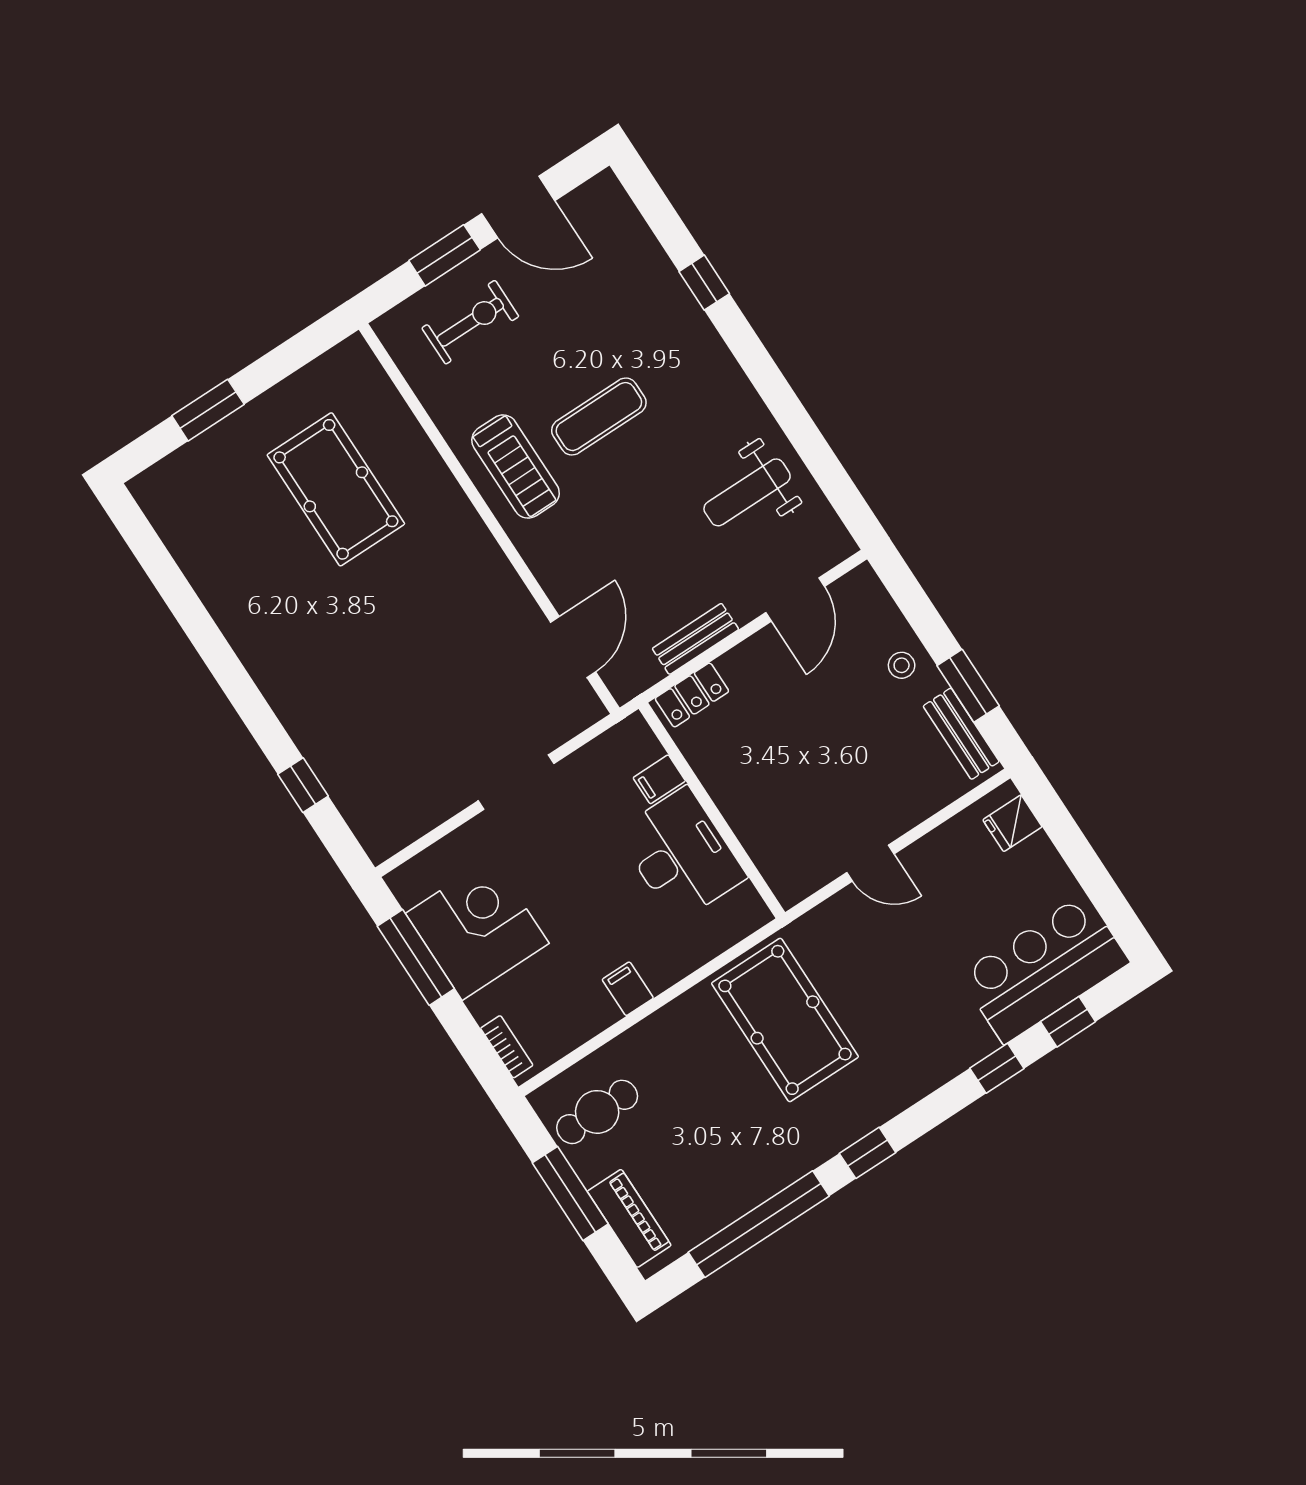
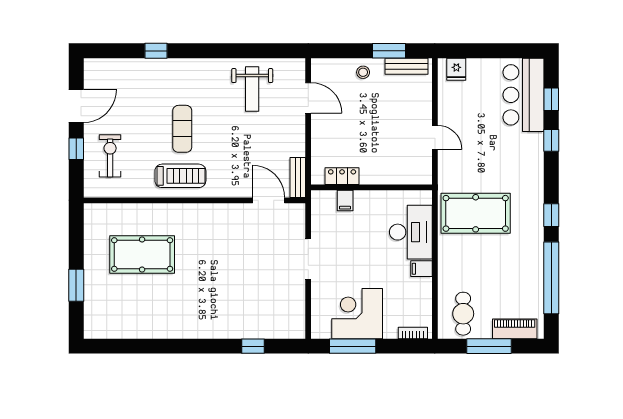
window: (444, 255) -> (76, 149), width x0.67
bench: (695, 639) -> (298, 177), moved
locker: (692, 695) -> (342, 176), moved, turned -90
desk: (681, 855) -> (411, 232), moved, turned 90
door: (870, 863) -> (435, 137), hinge flipped

